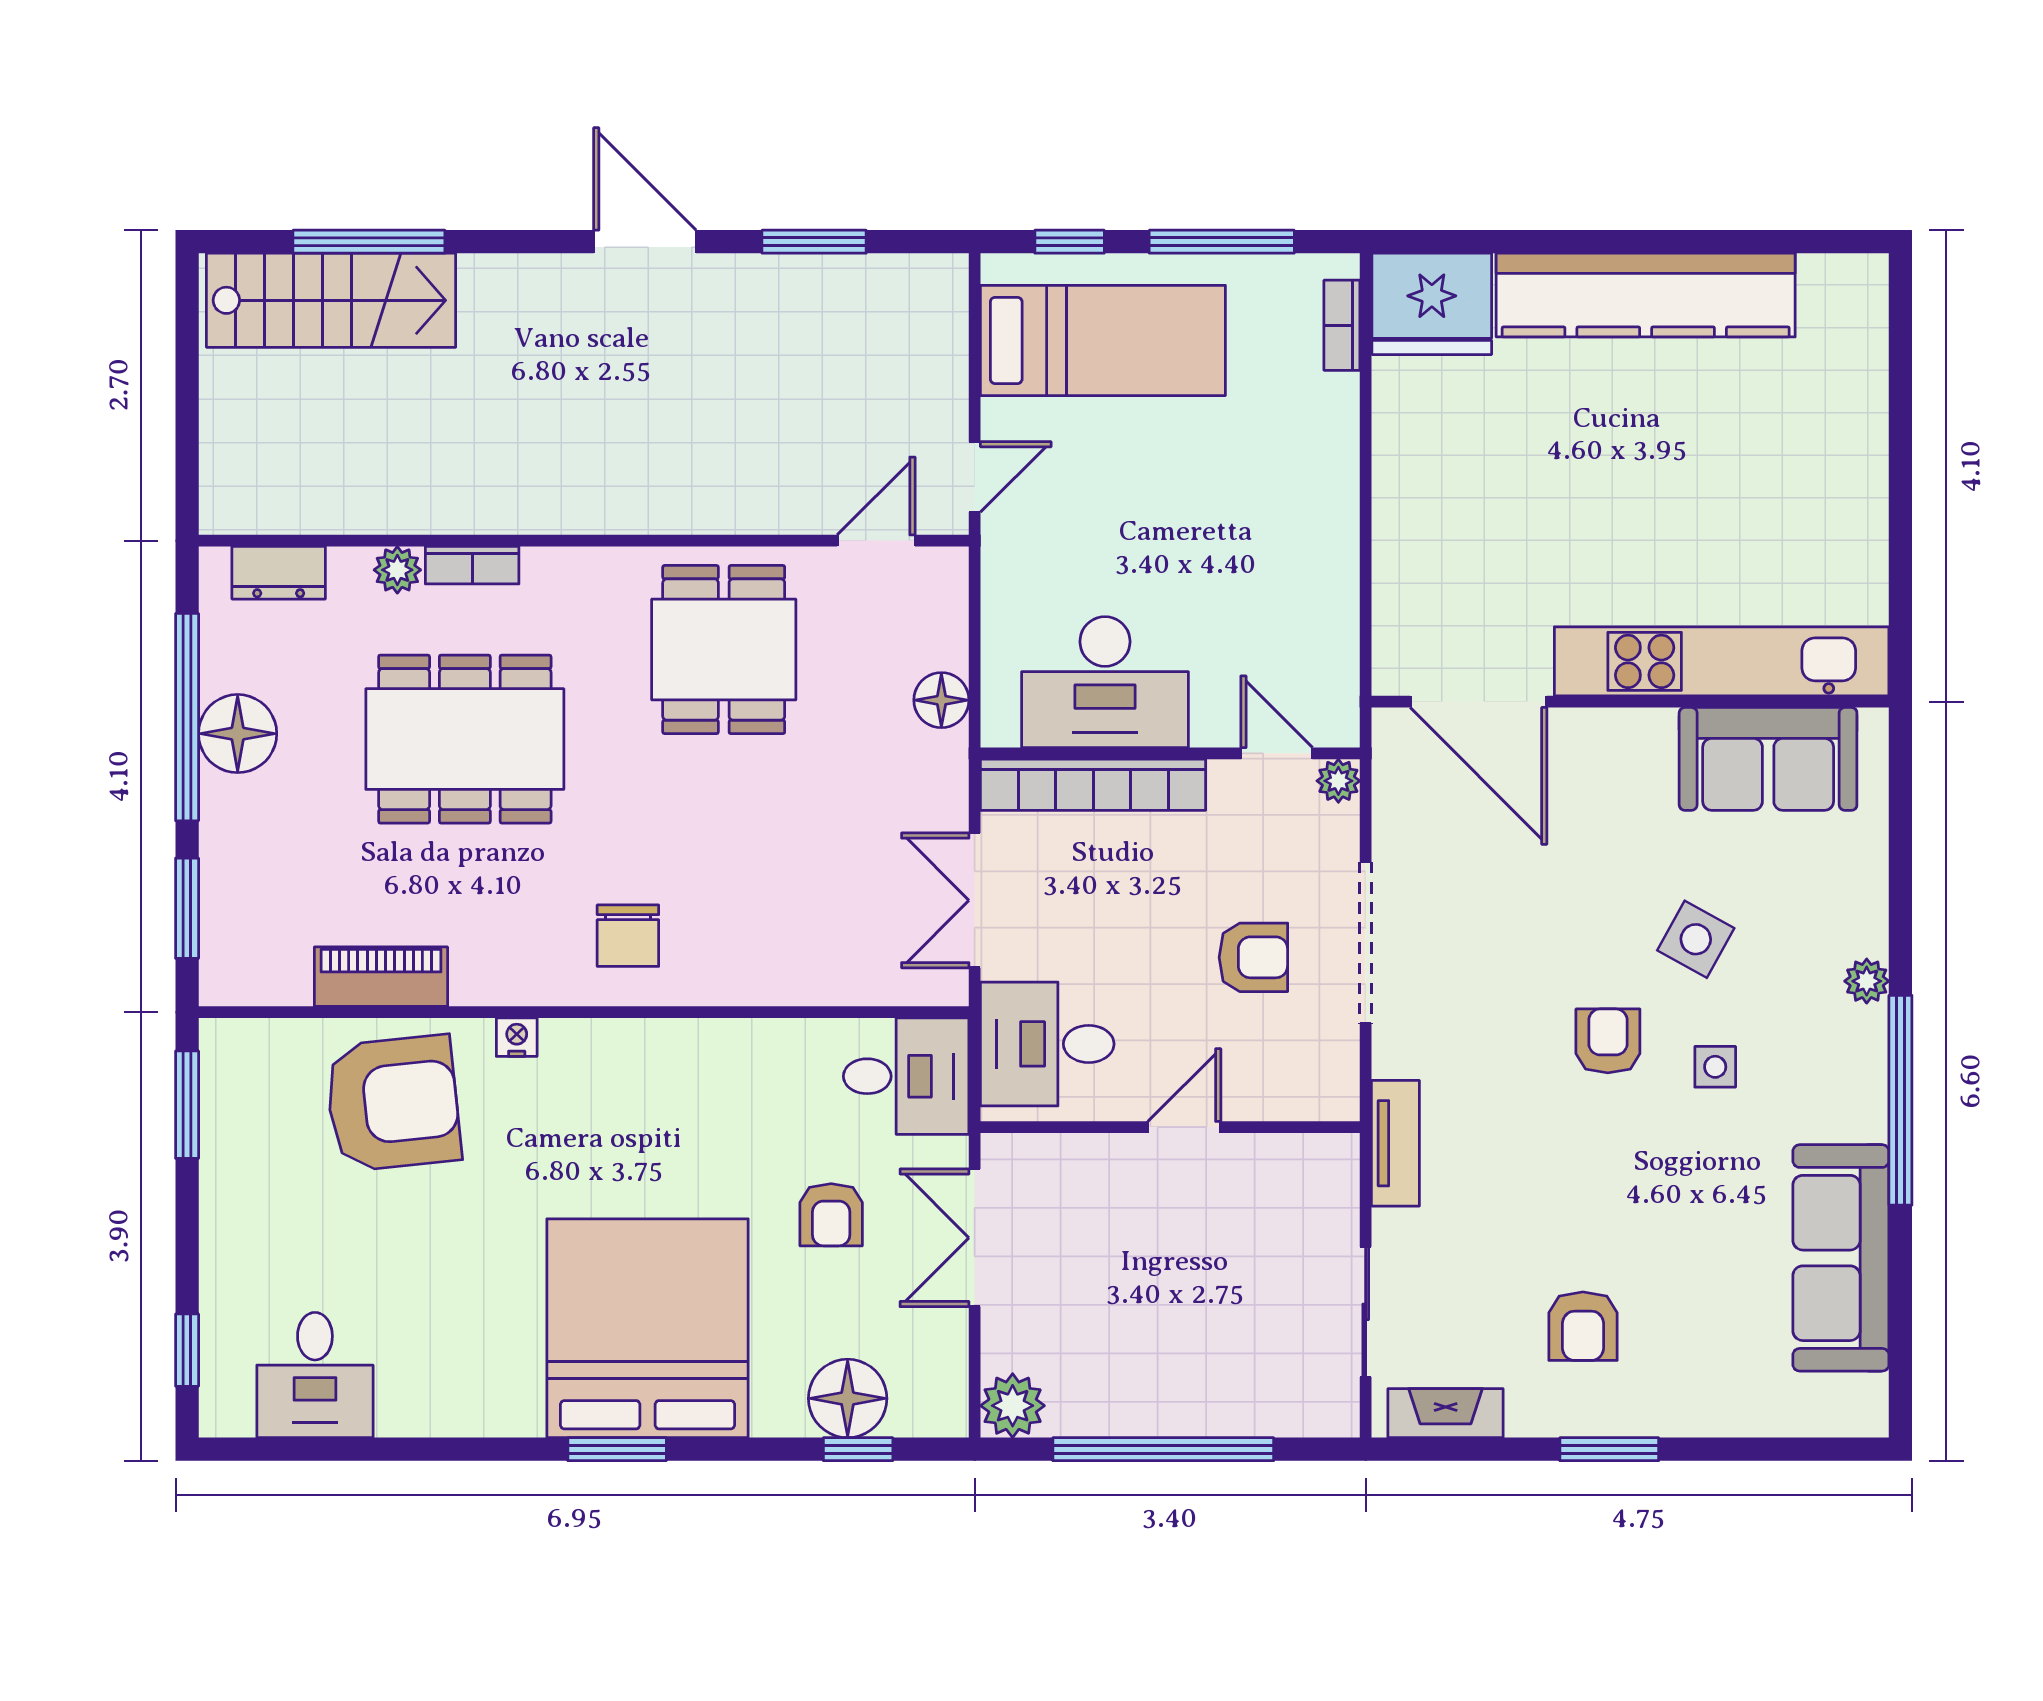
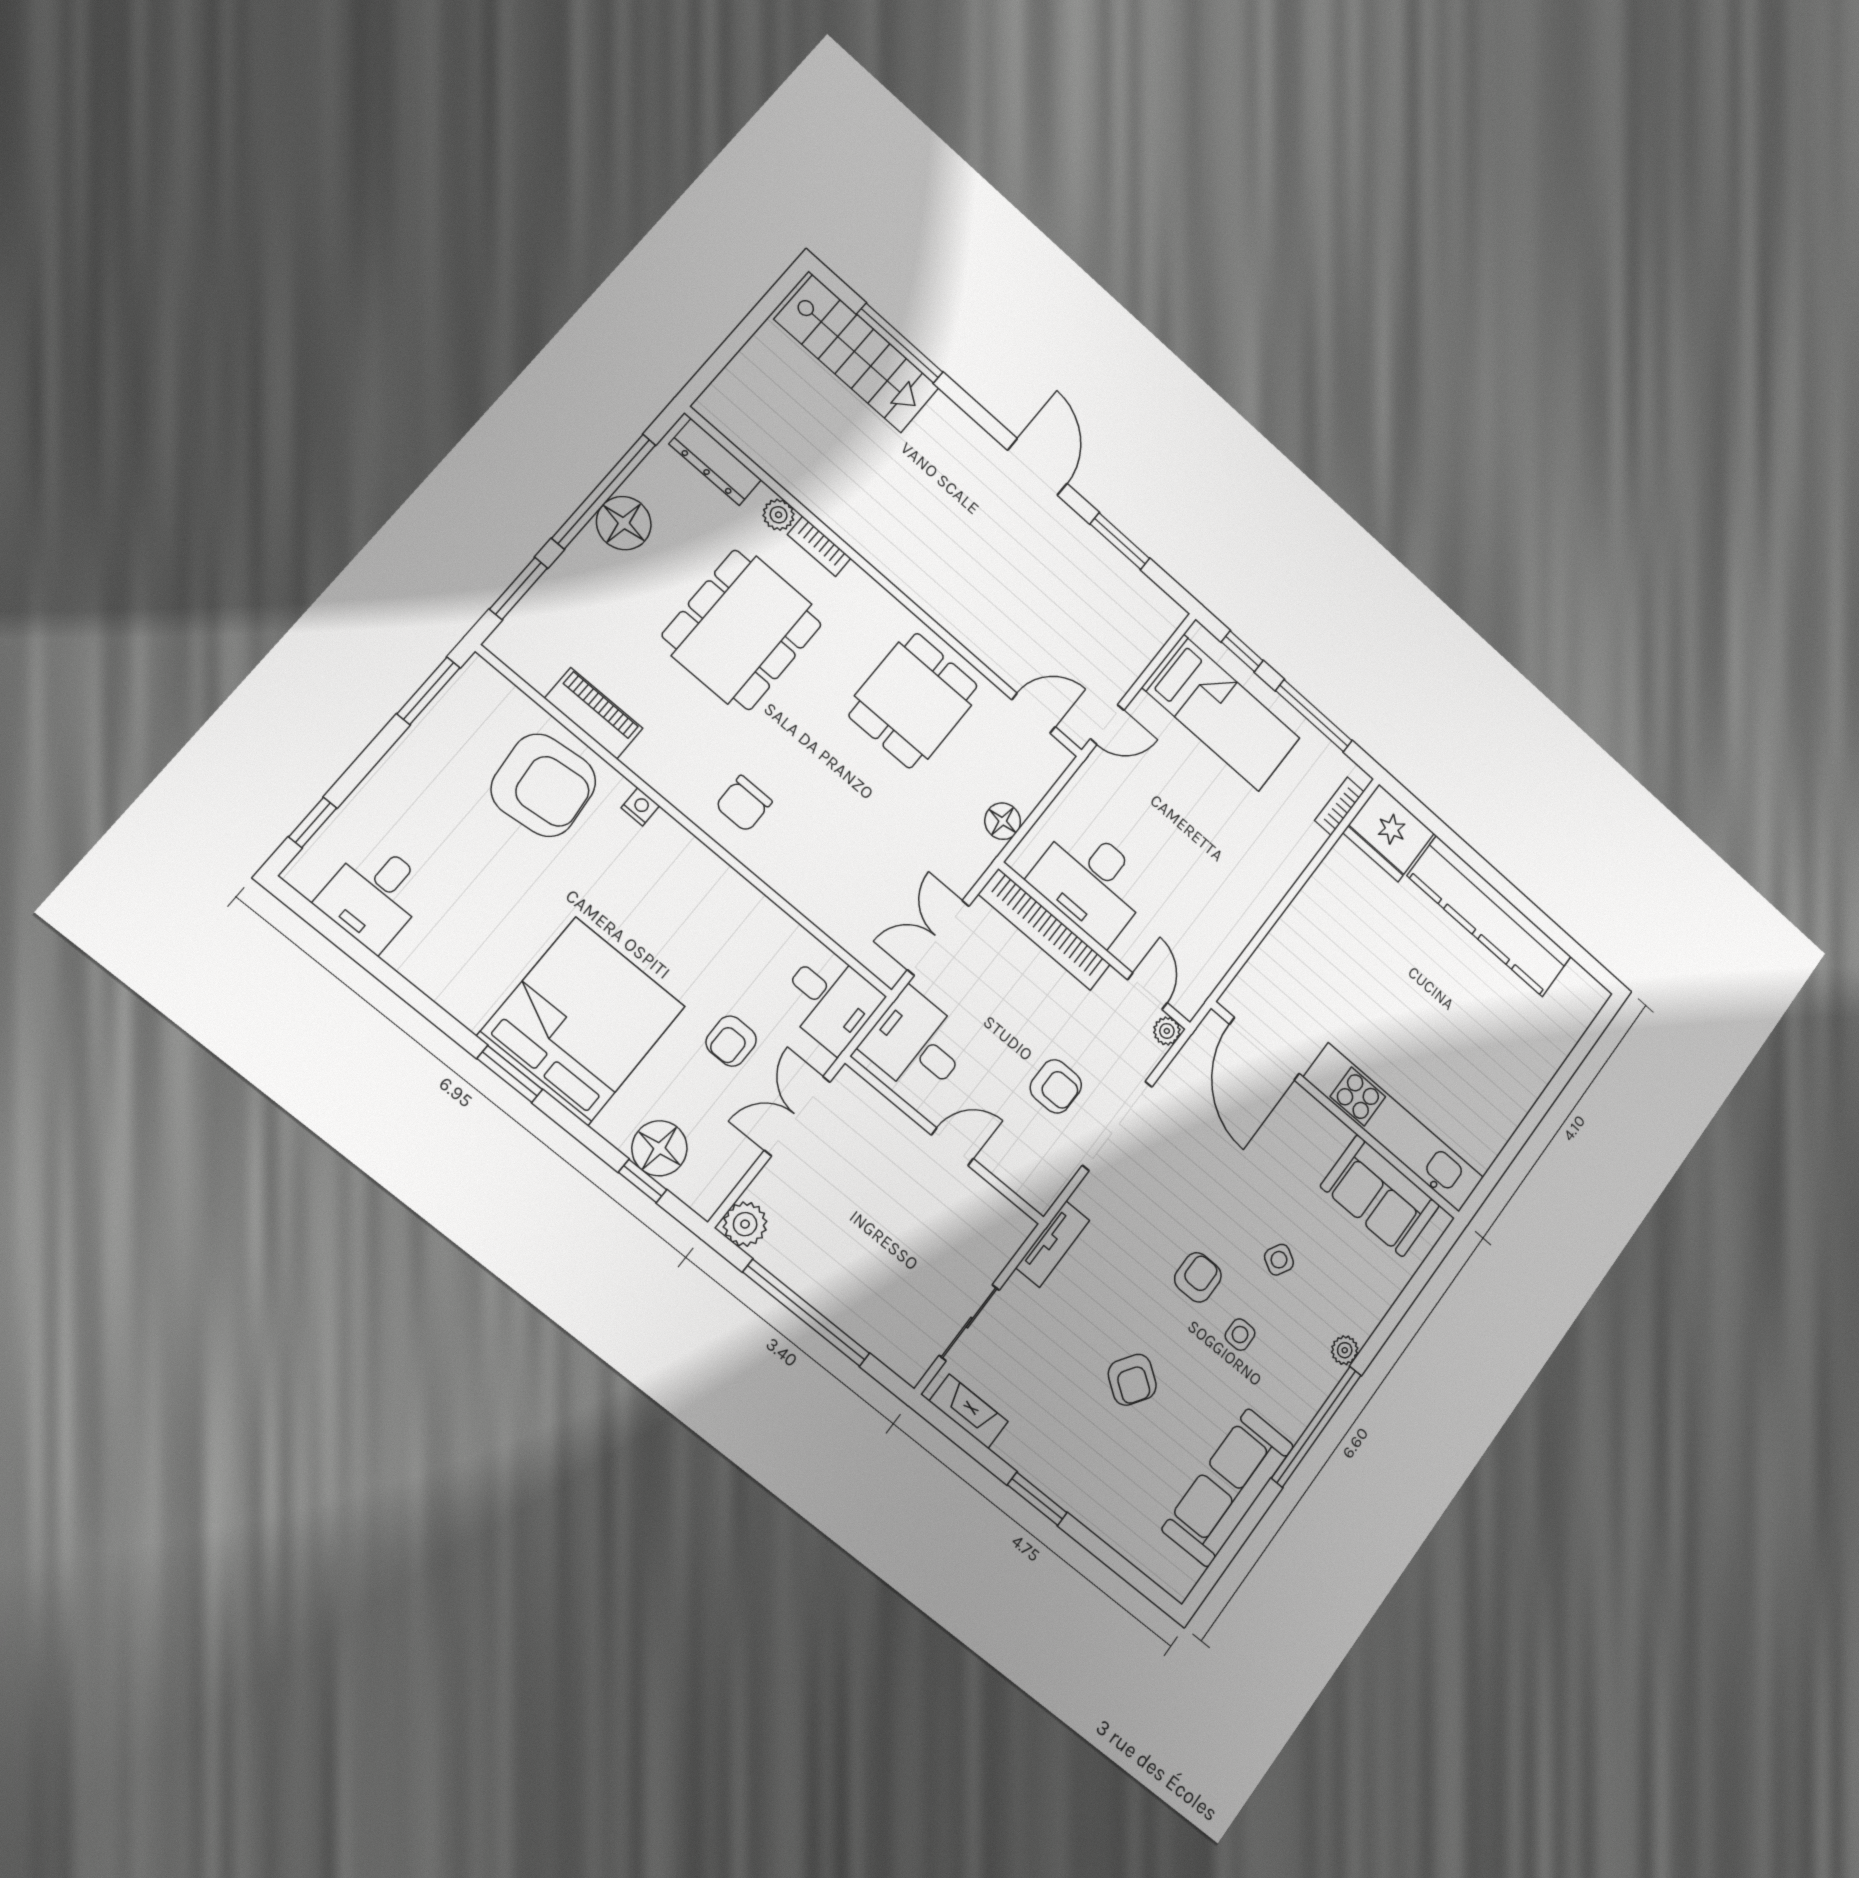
dresser: (279, 573) -> (715, 462), width x1.44
dining table: (465, 739) -> (742, 630), turned 90
side table: (1696, 939) -> (1279, 1260), width x0.73, depth x0.73
armchair: (1583, 1326) -> (1132, 1380), moved, turned -55

